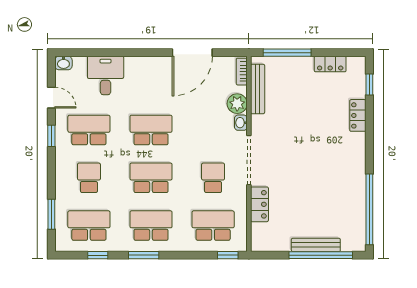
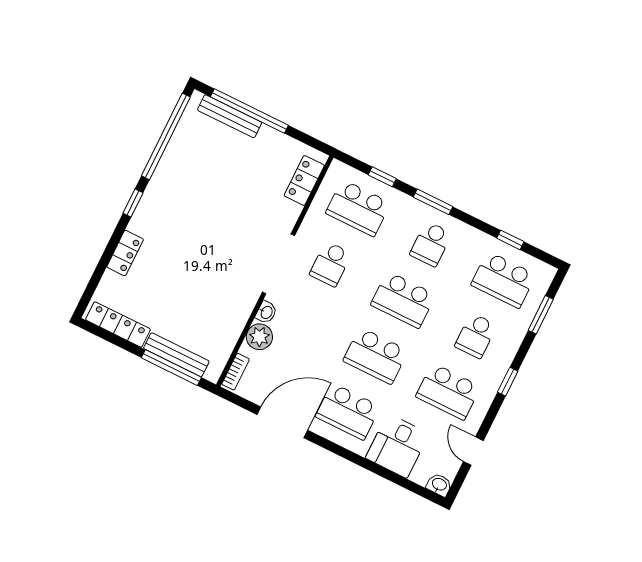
locker: (330, 64) -> (118, 324), width x1.53
school desk: (151, 82) -> (348, 412), added
window: (369, 85) -> (133, 203), moved
bench: (258, 89) -> (176, 355), moved, turned 90
window: (51, 136) -> (508, 382), moved
locker: (259, 204) -> (304, 180), moved
school desk: (151, 226) -> (431, 244), width x0.54
bench: (316, 245) -> (230, 116), moved
window: (144, 255) -> (433, 202), moved
window: (228, 255) -> (382, 177), moved

